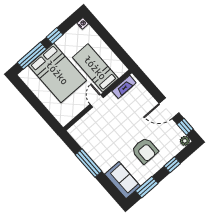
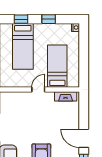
window: (32, 56) -> (21, 19), width x0.46
bed: (57, 73) -> (23, 46), width x0.67

